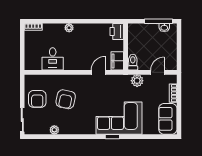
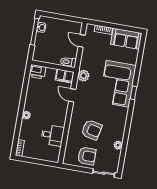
plant: (137, 81) -> (83, 76), moved

